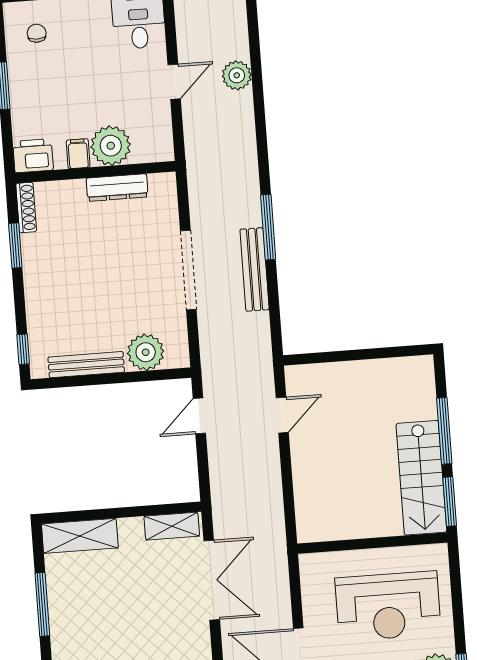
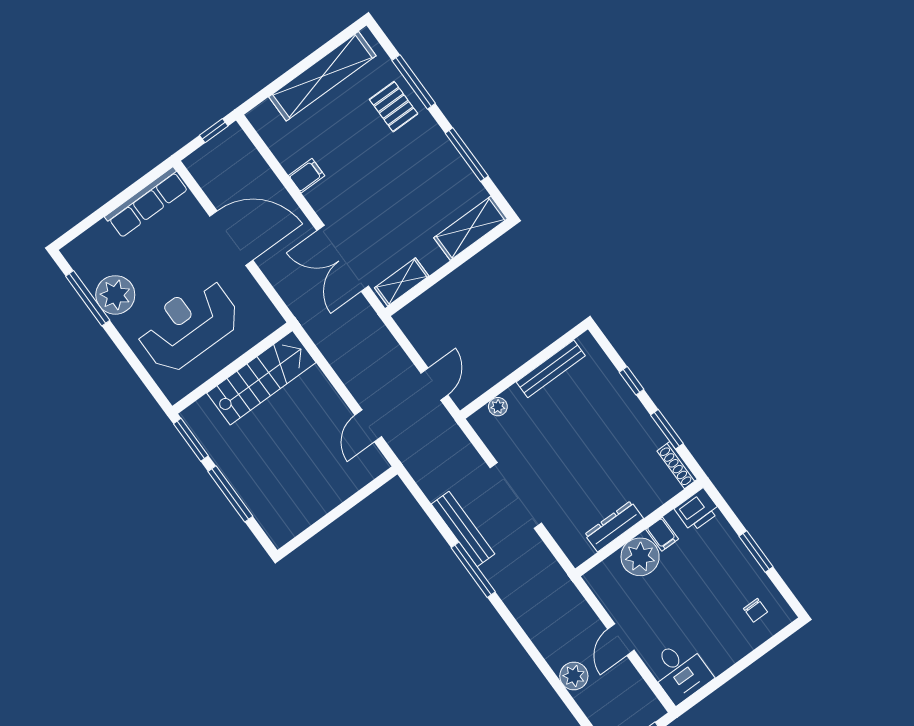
window: (23, 349) -> (632, 381), moved
plant: (146, 352) -> (498, 407), width x0.53, depth x0.53
stairs: (421, 478) -> (261, 378), moved, turned 90

